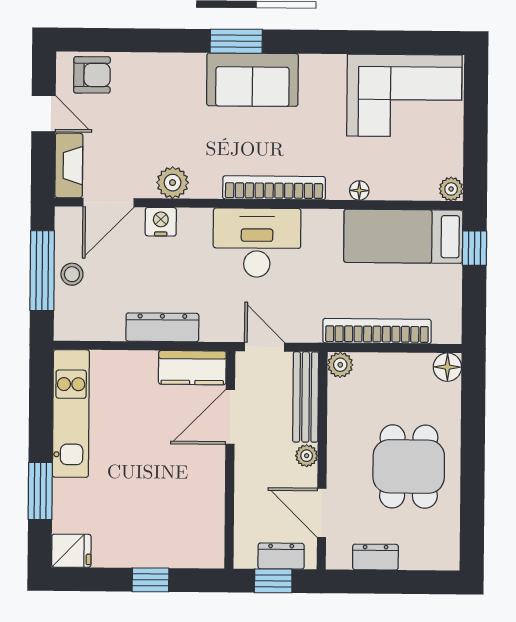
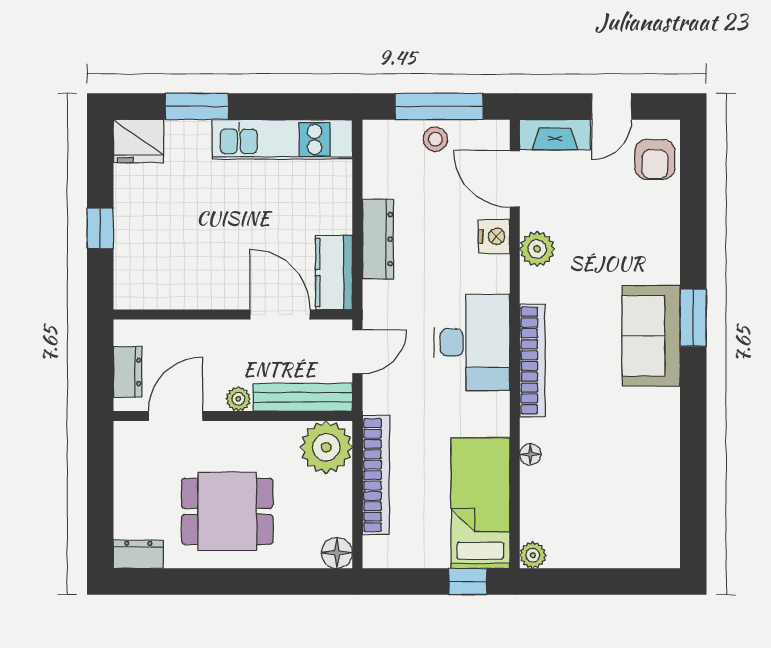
corner sofa: (404, 96) -> (635, 503), removed
plant: (340, 365) -> (326, 447), width x1.88, depth x1.88
fridge: (71, 551) -> (138, 141), width x1.38
dresser: (375, 557) -> (138, 554), moved, turned -90
window: (273, 581) -> (100, 363), removed

